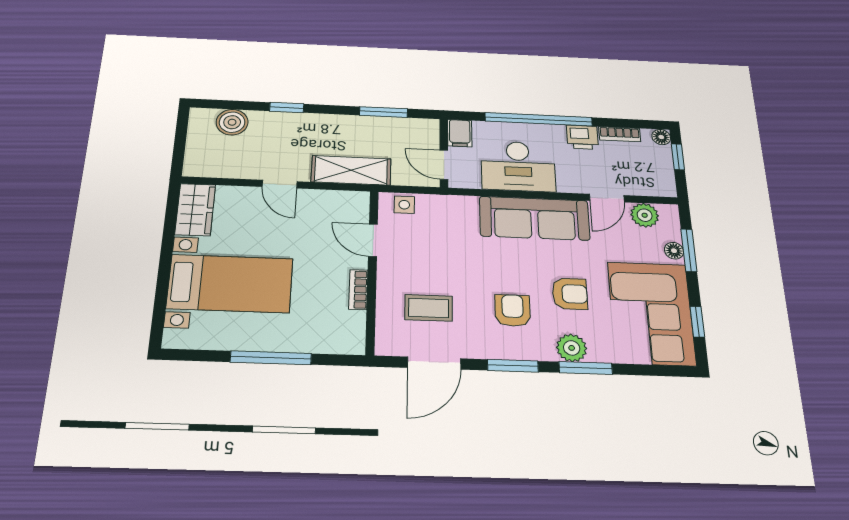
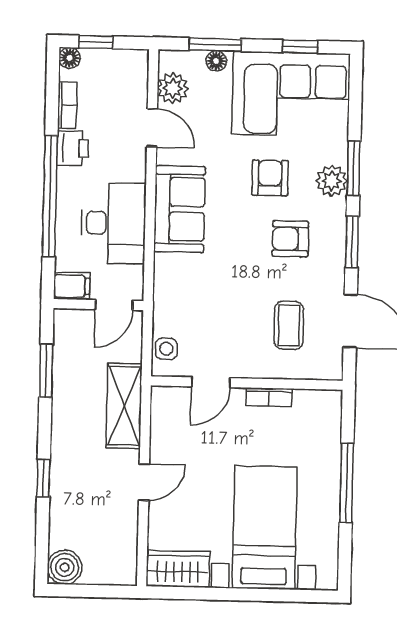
boiler: (232, 122) -> (65, 567), moved
sofa: (534, 218) -> (180, 209), width x0.73

